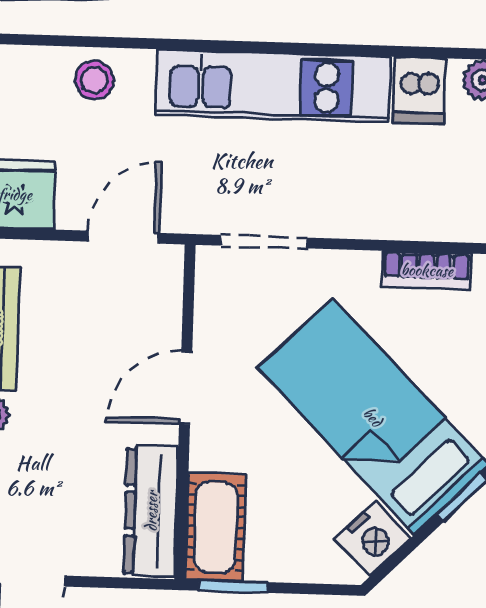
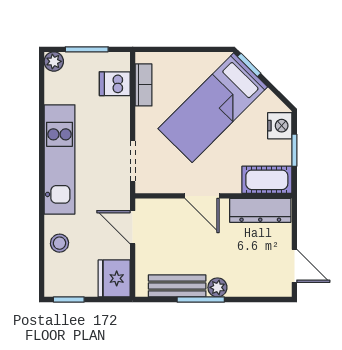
dishwasher: (419, 90) -> (115, 84), moved, turned 180
nightstand: (373, 538) -> (280, 126), moved, turned 45
window: (233, 586) -> (294, 150), moved

